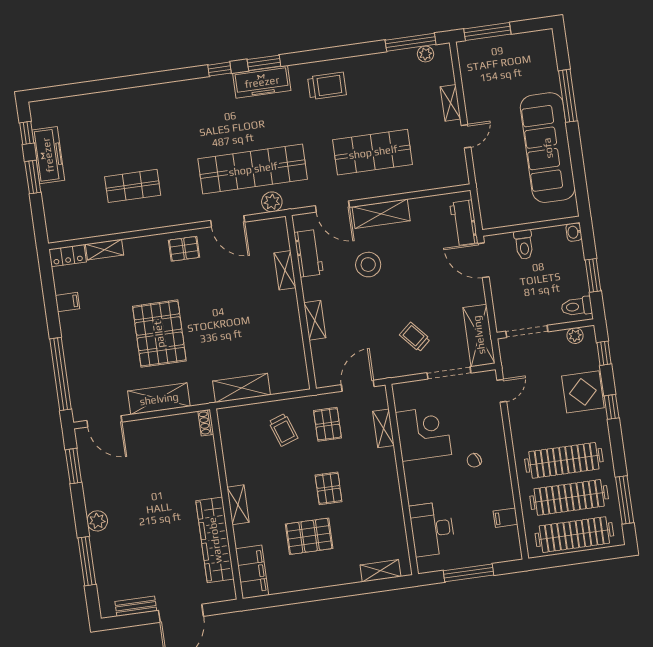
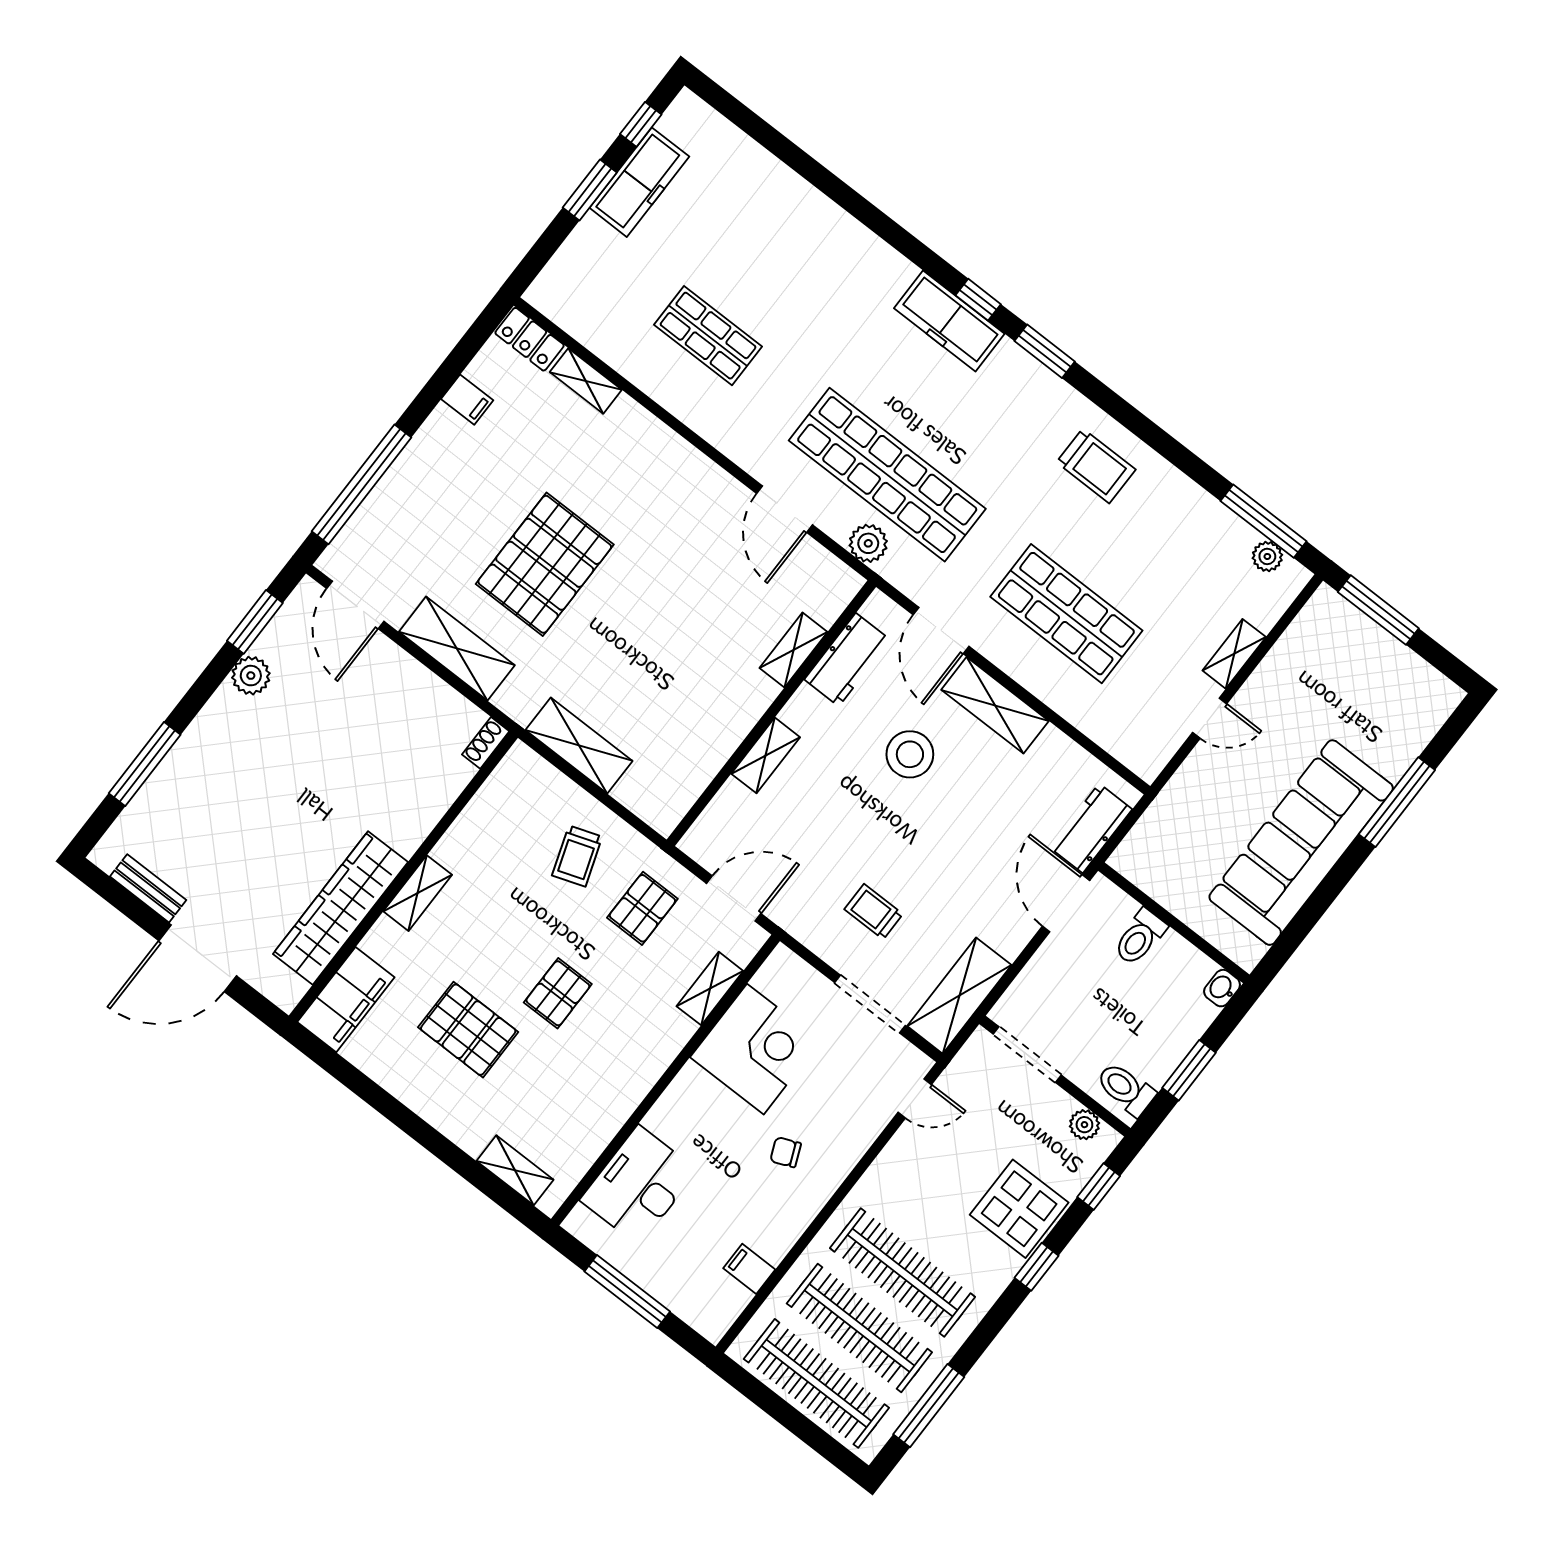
freezer: (262, 82) -> (949, 321), moved
pallet: (184, 249) -> (691, 487), removed
trolley: (415, 337) -> (874, 912), turned -49
plant: (97, 521) -> (251, 676), moved

